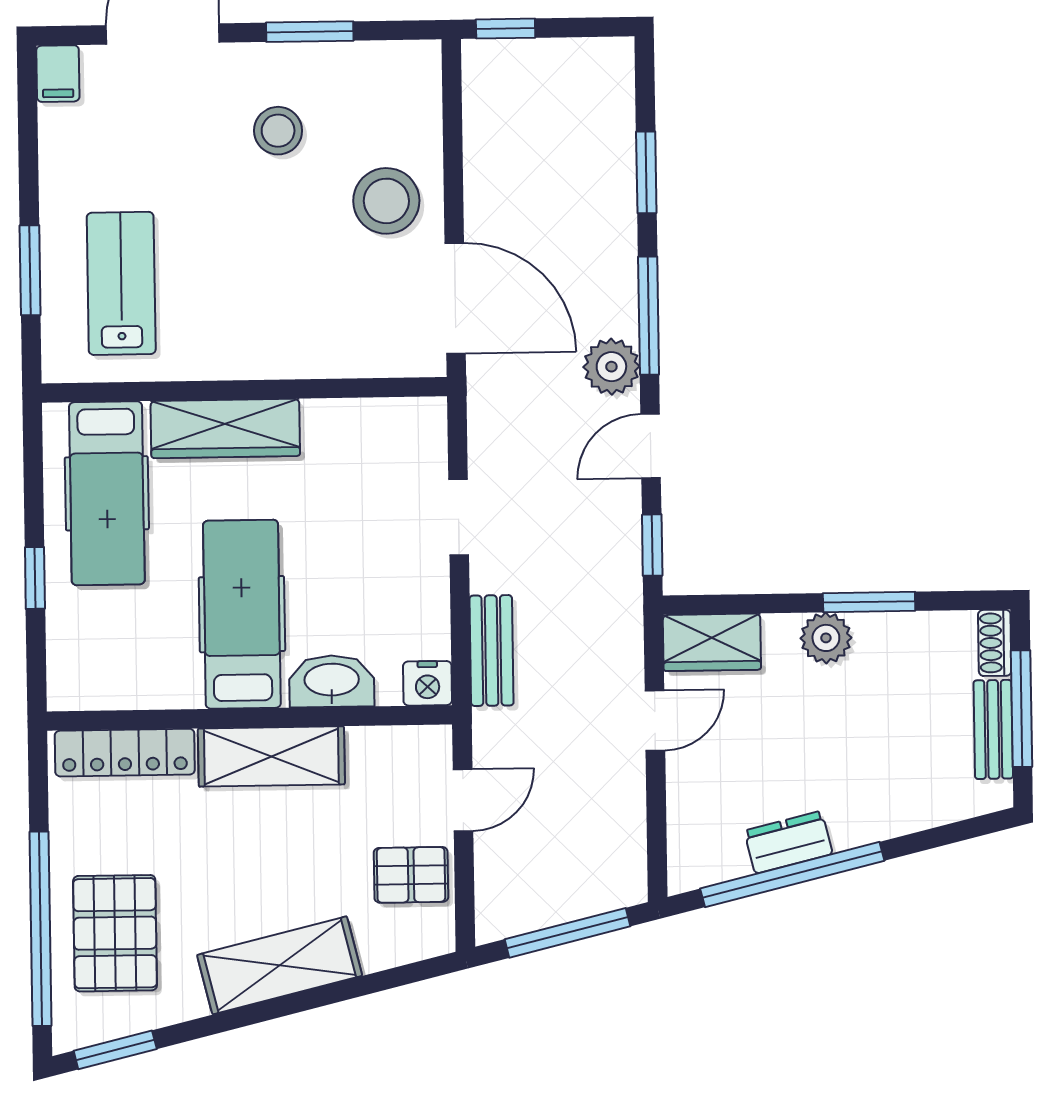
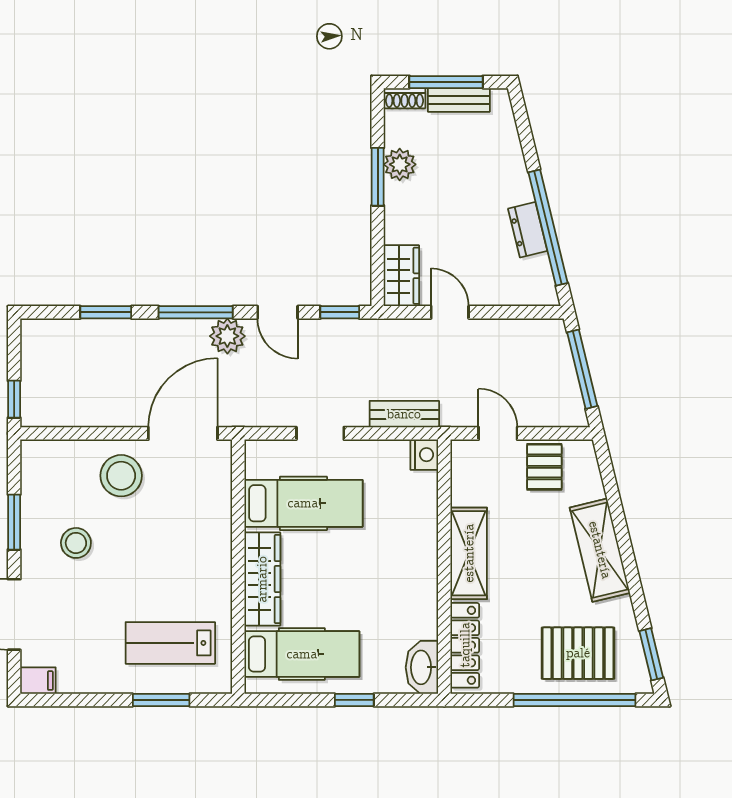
hospital bed: (242, 614) -> (303, 503), moved, turned 180
plant: (826, 638) -> (400, 164), moved
washbasin: (332, 681) -> (422, 667), moved

